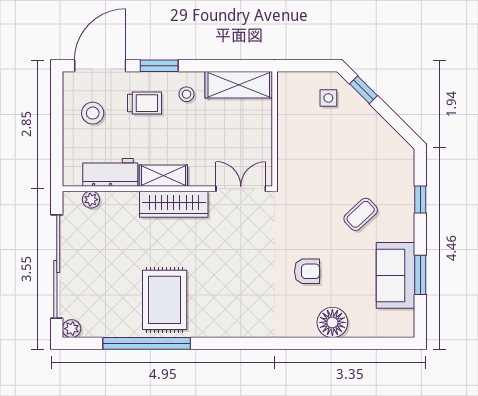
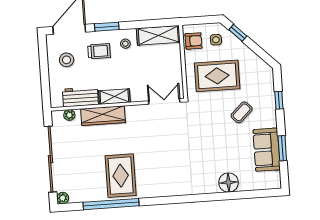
rug: (326, 155) -> (217, 76), added
wardrobe: (174, 204) -> (103, 116), moved
armchair: (307, 271) -> (194, 41), moved

